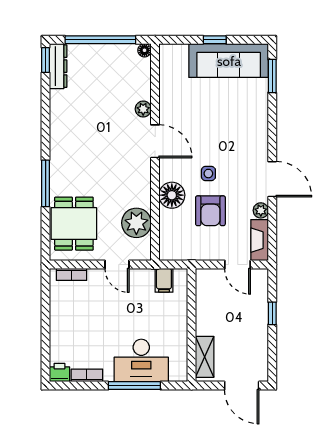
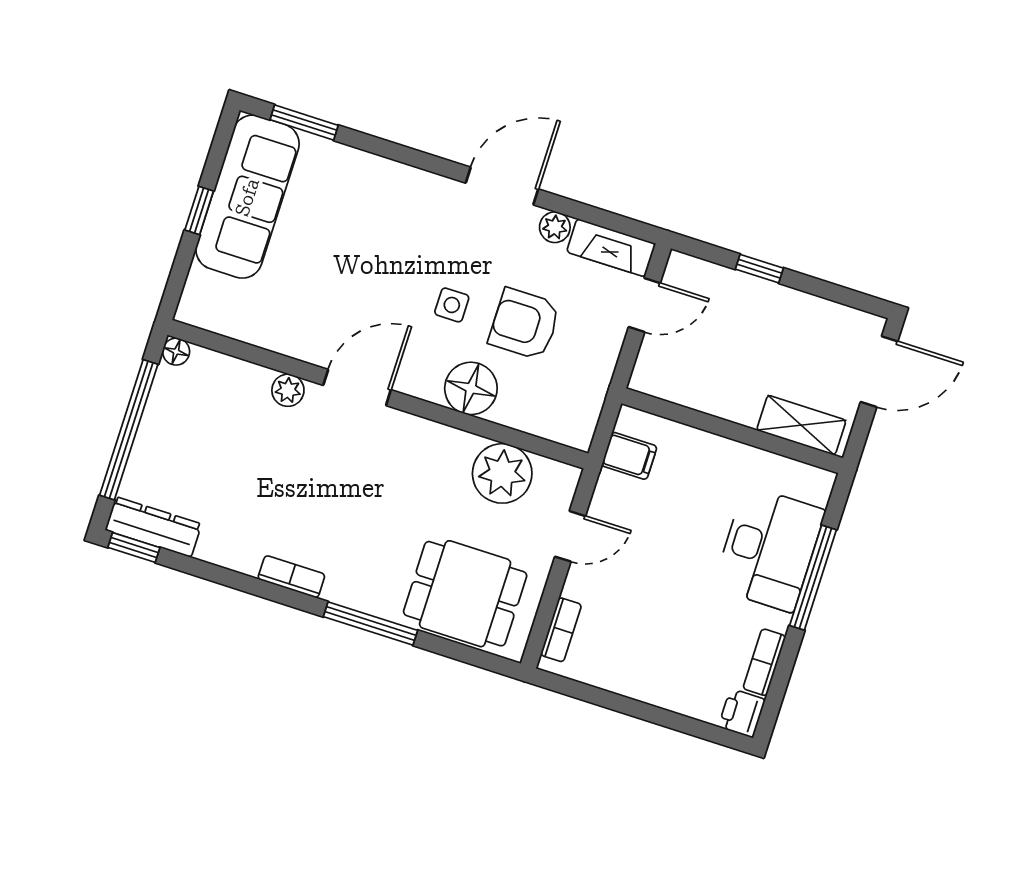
bookcase: (56, 139) -> (291, 577), added
armchair: (210, 211) -> (525, 324), turned 180

